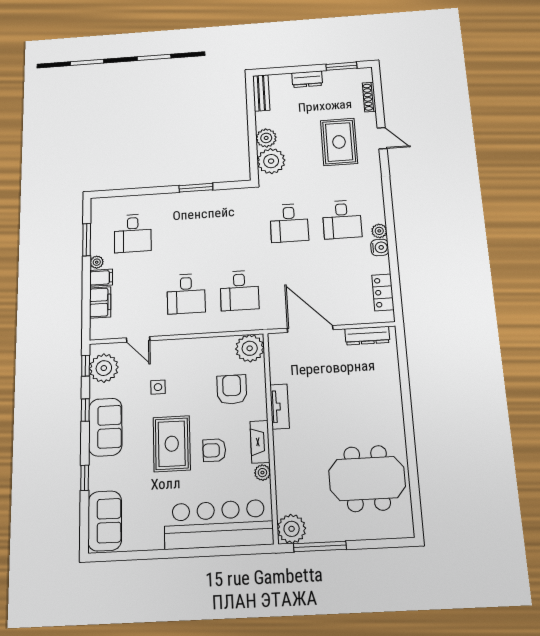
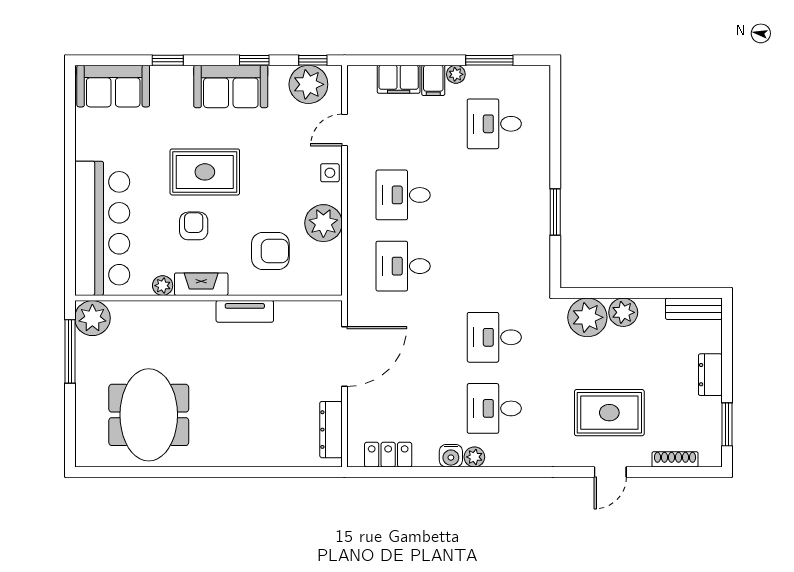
plant: (250, 348) -> (323, 223), moved
side table: (158, 387) -> (330, 173), moved

